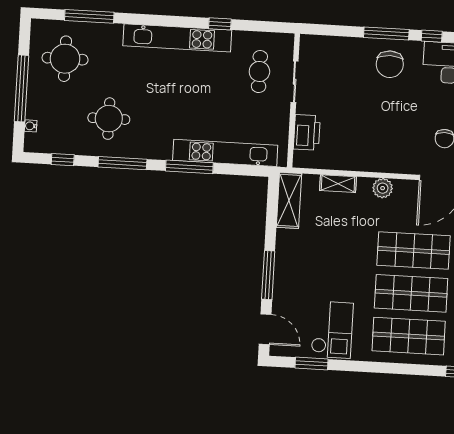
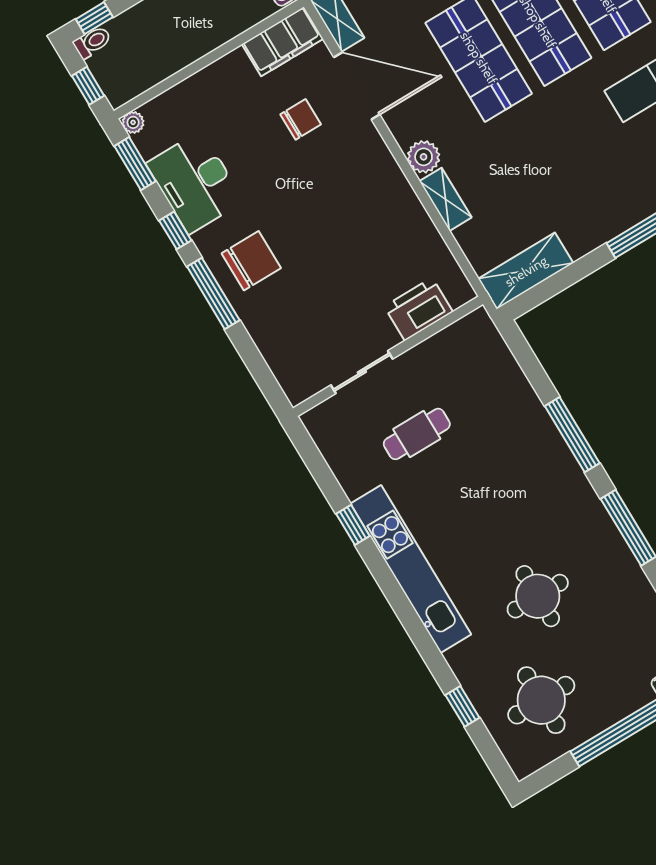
window: (89, 16) -> (462, 706), width x0.46
cafe table: (259, 72) -> (417, 434), moved
round table: (109, 119) -> (538, 596), moved
kitchen unit: (225, 153) -> (521, 400), removed
shelving: (338, 184) -> (446, 199), moved

